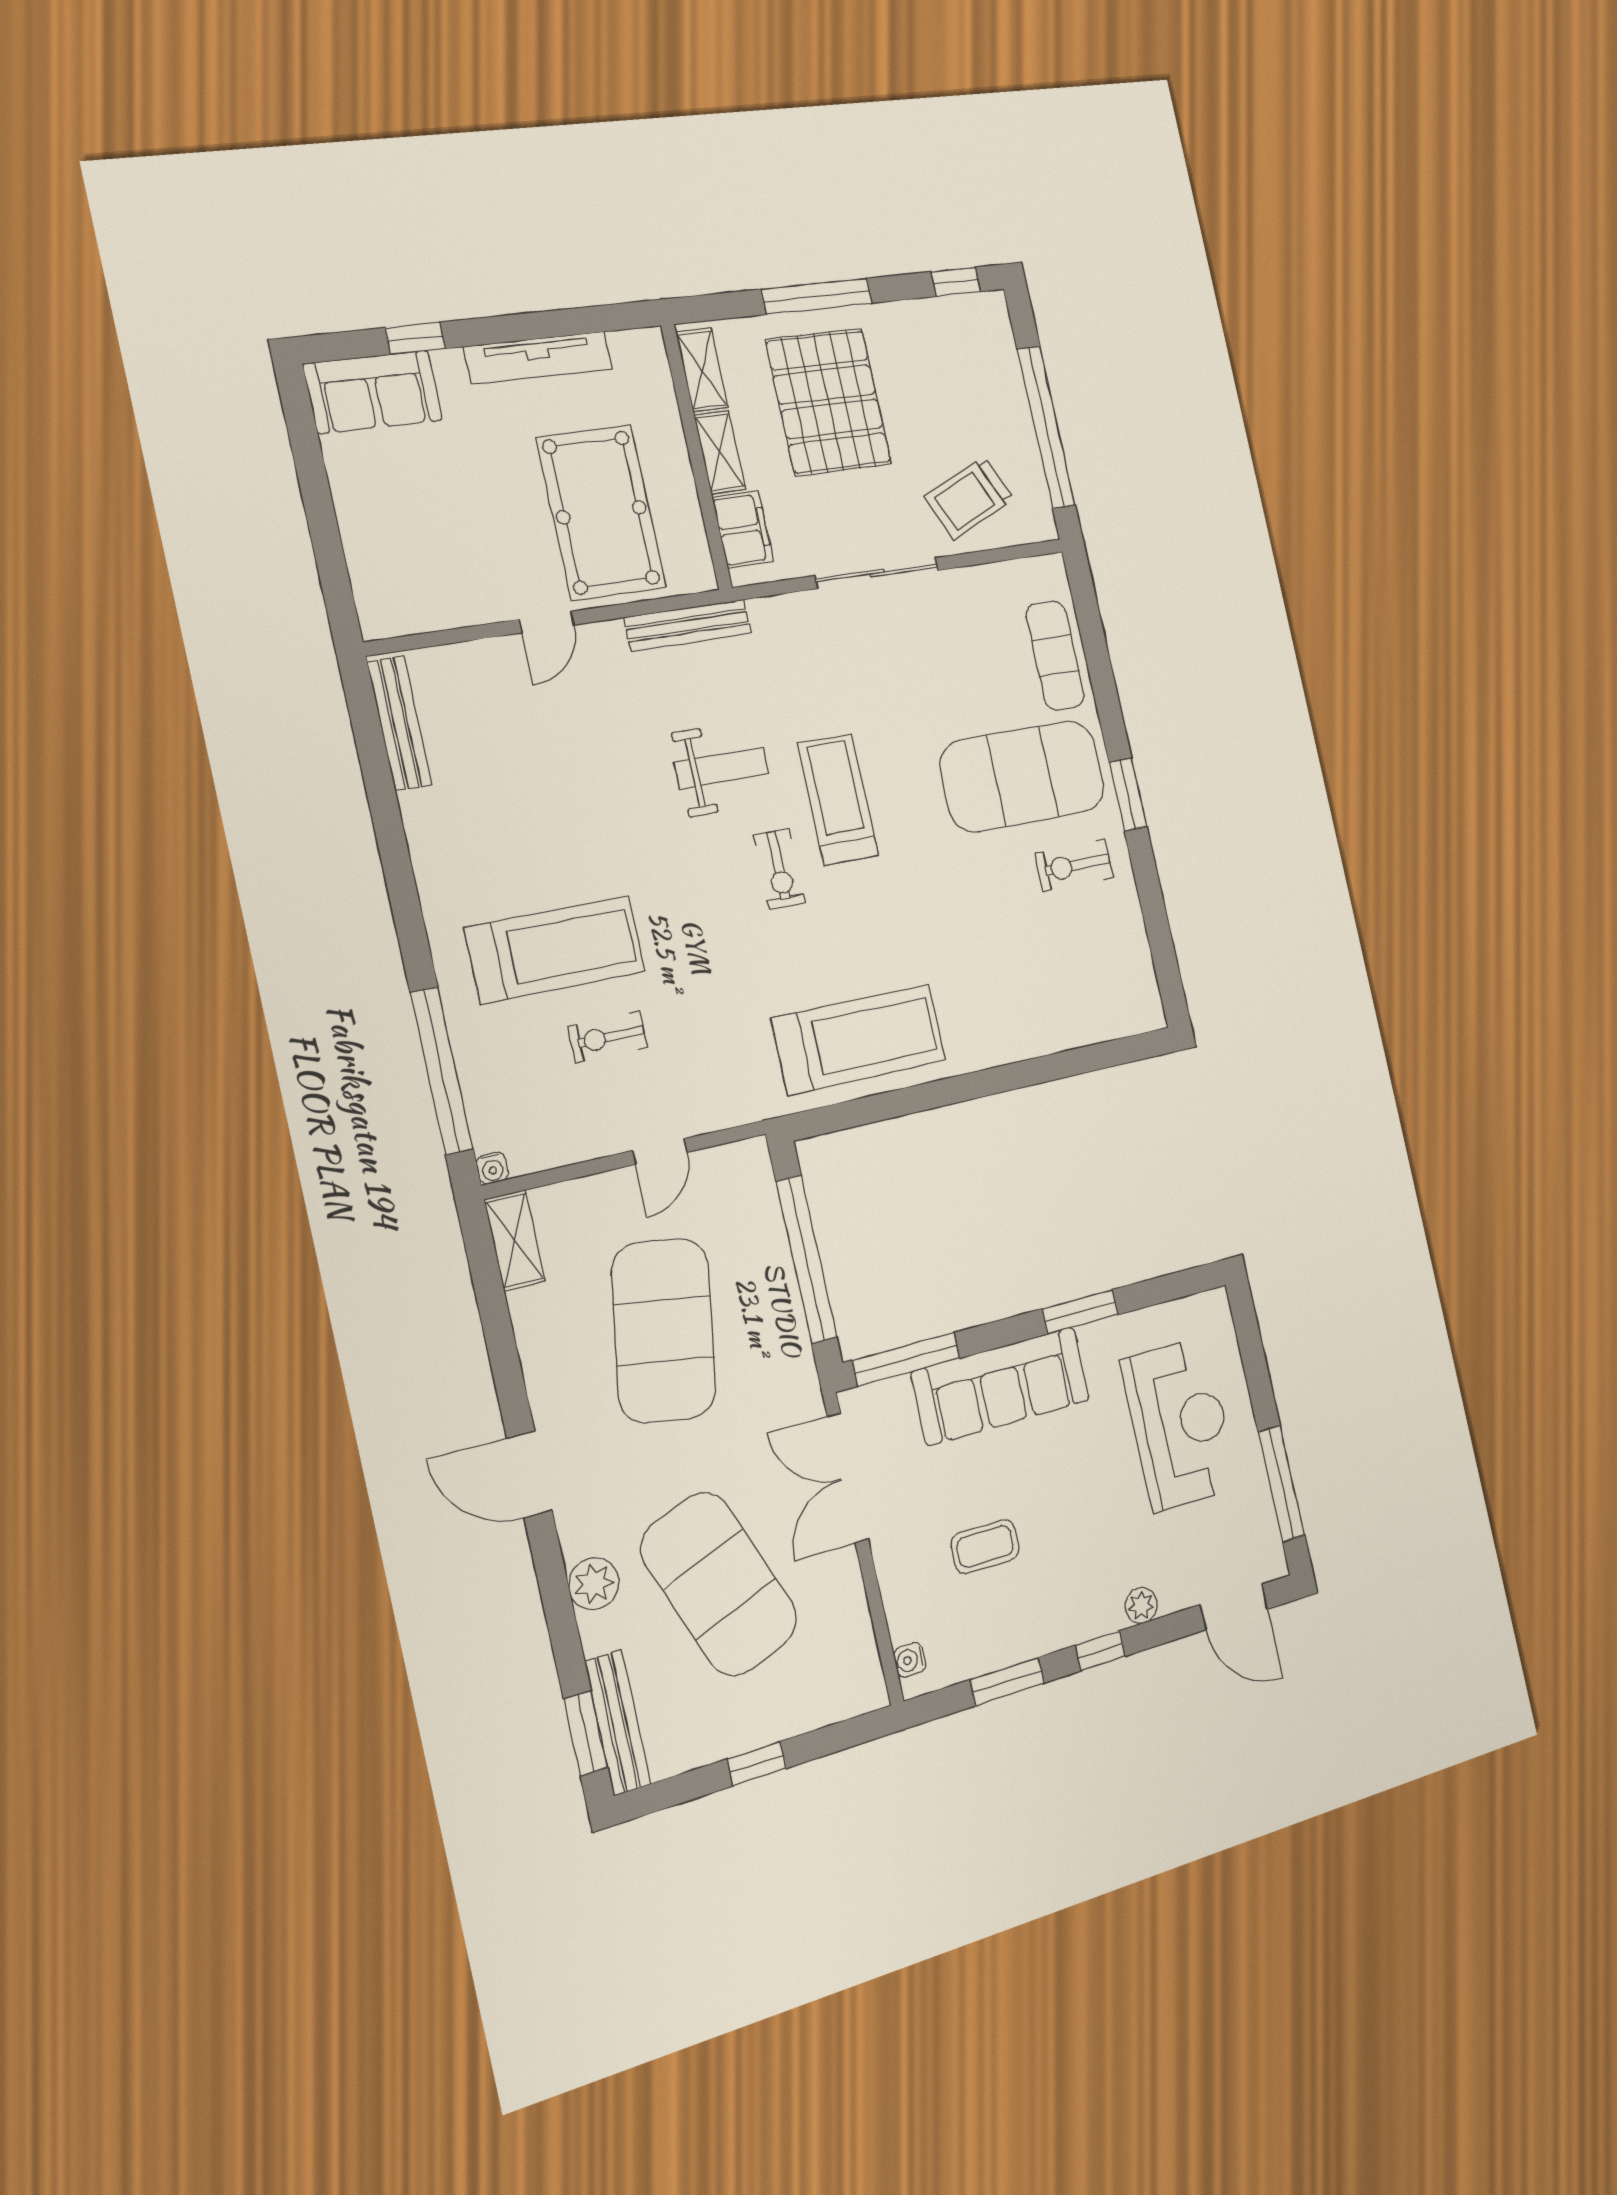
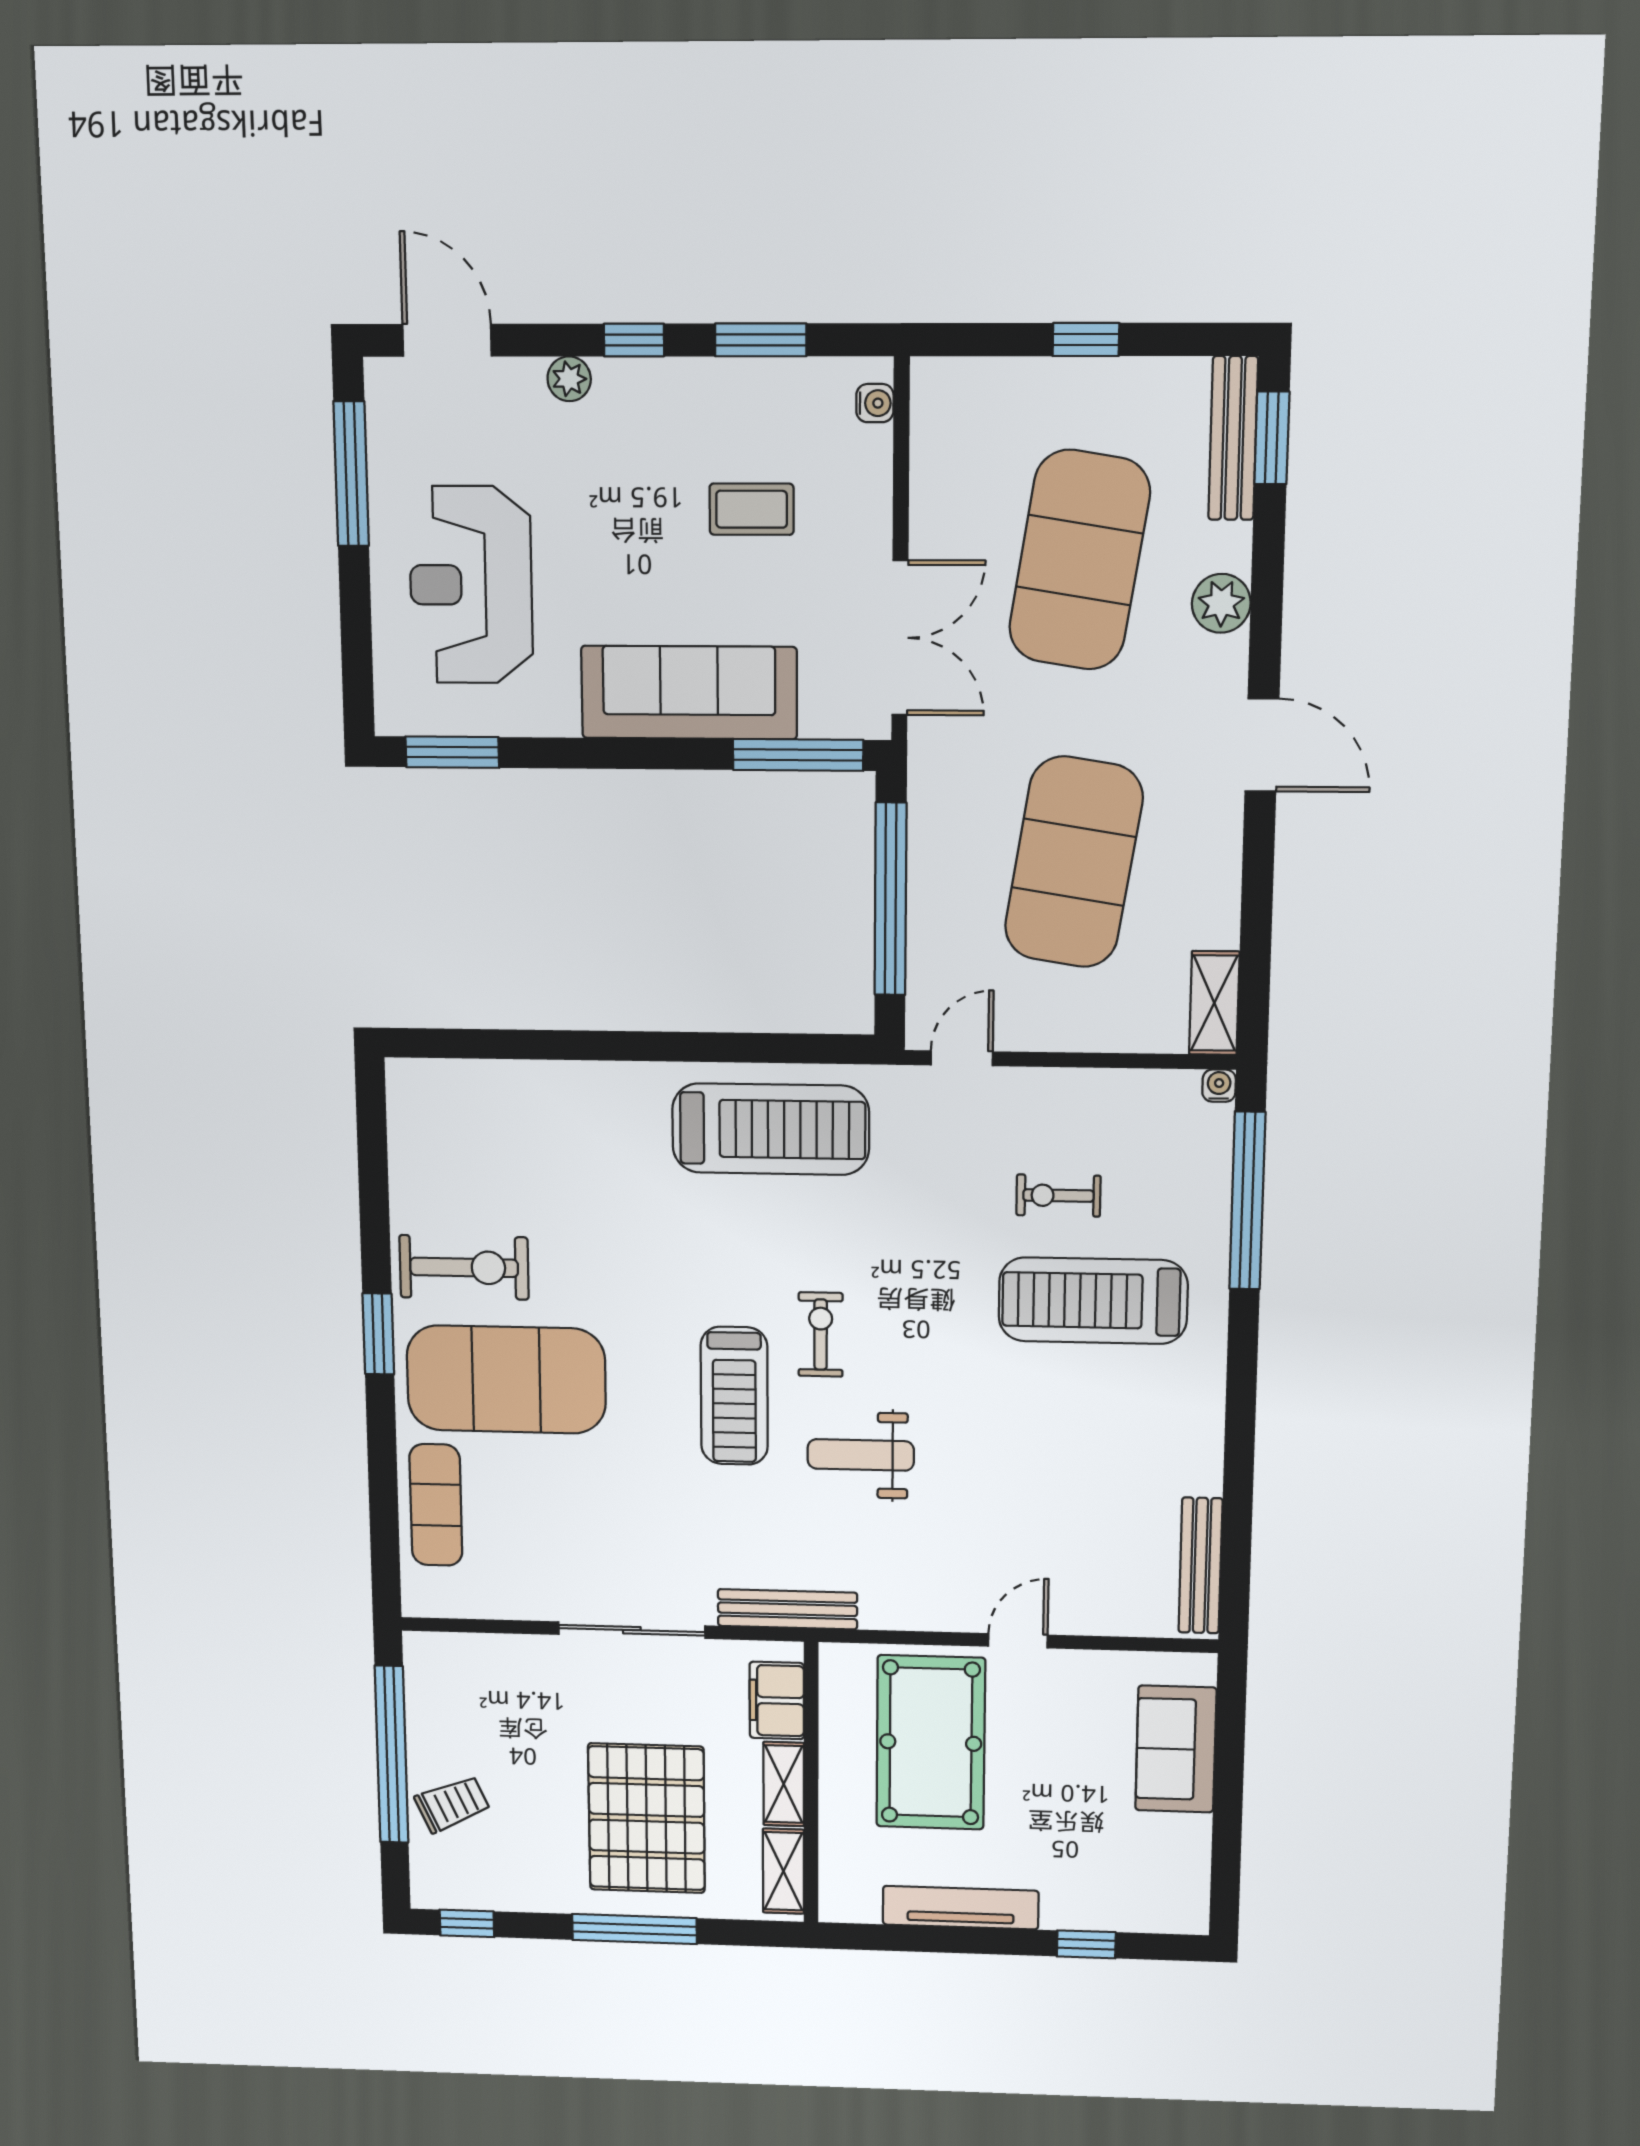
sofa: (373, 392) -> (1176, 1749), moved, turned -90
trolley: (969, 498) -> (452, 1804), moved, width x0.73, depth x0.72
bench: (688, 625) -> (787, 1609), moved
exercise bike: (1074, 866) -> (464, 1267), width x1.38, depth x1.39
exercise bike: (608, 1037) -> (1058, 1196), turned 180
treadmill: (859, 1039) -> (771, 1129), turned 180
door: (660, 1151) -> (962, 1058), moved
window: (1080, 1312) -> (452, 752), moved
exercise mat: (719, 1584) -> (1079, 560), turned 30

